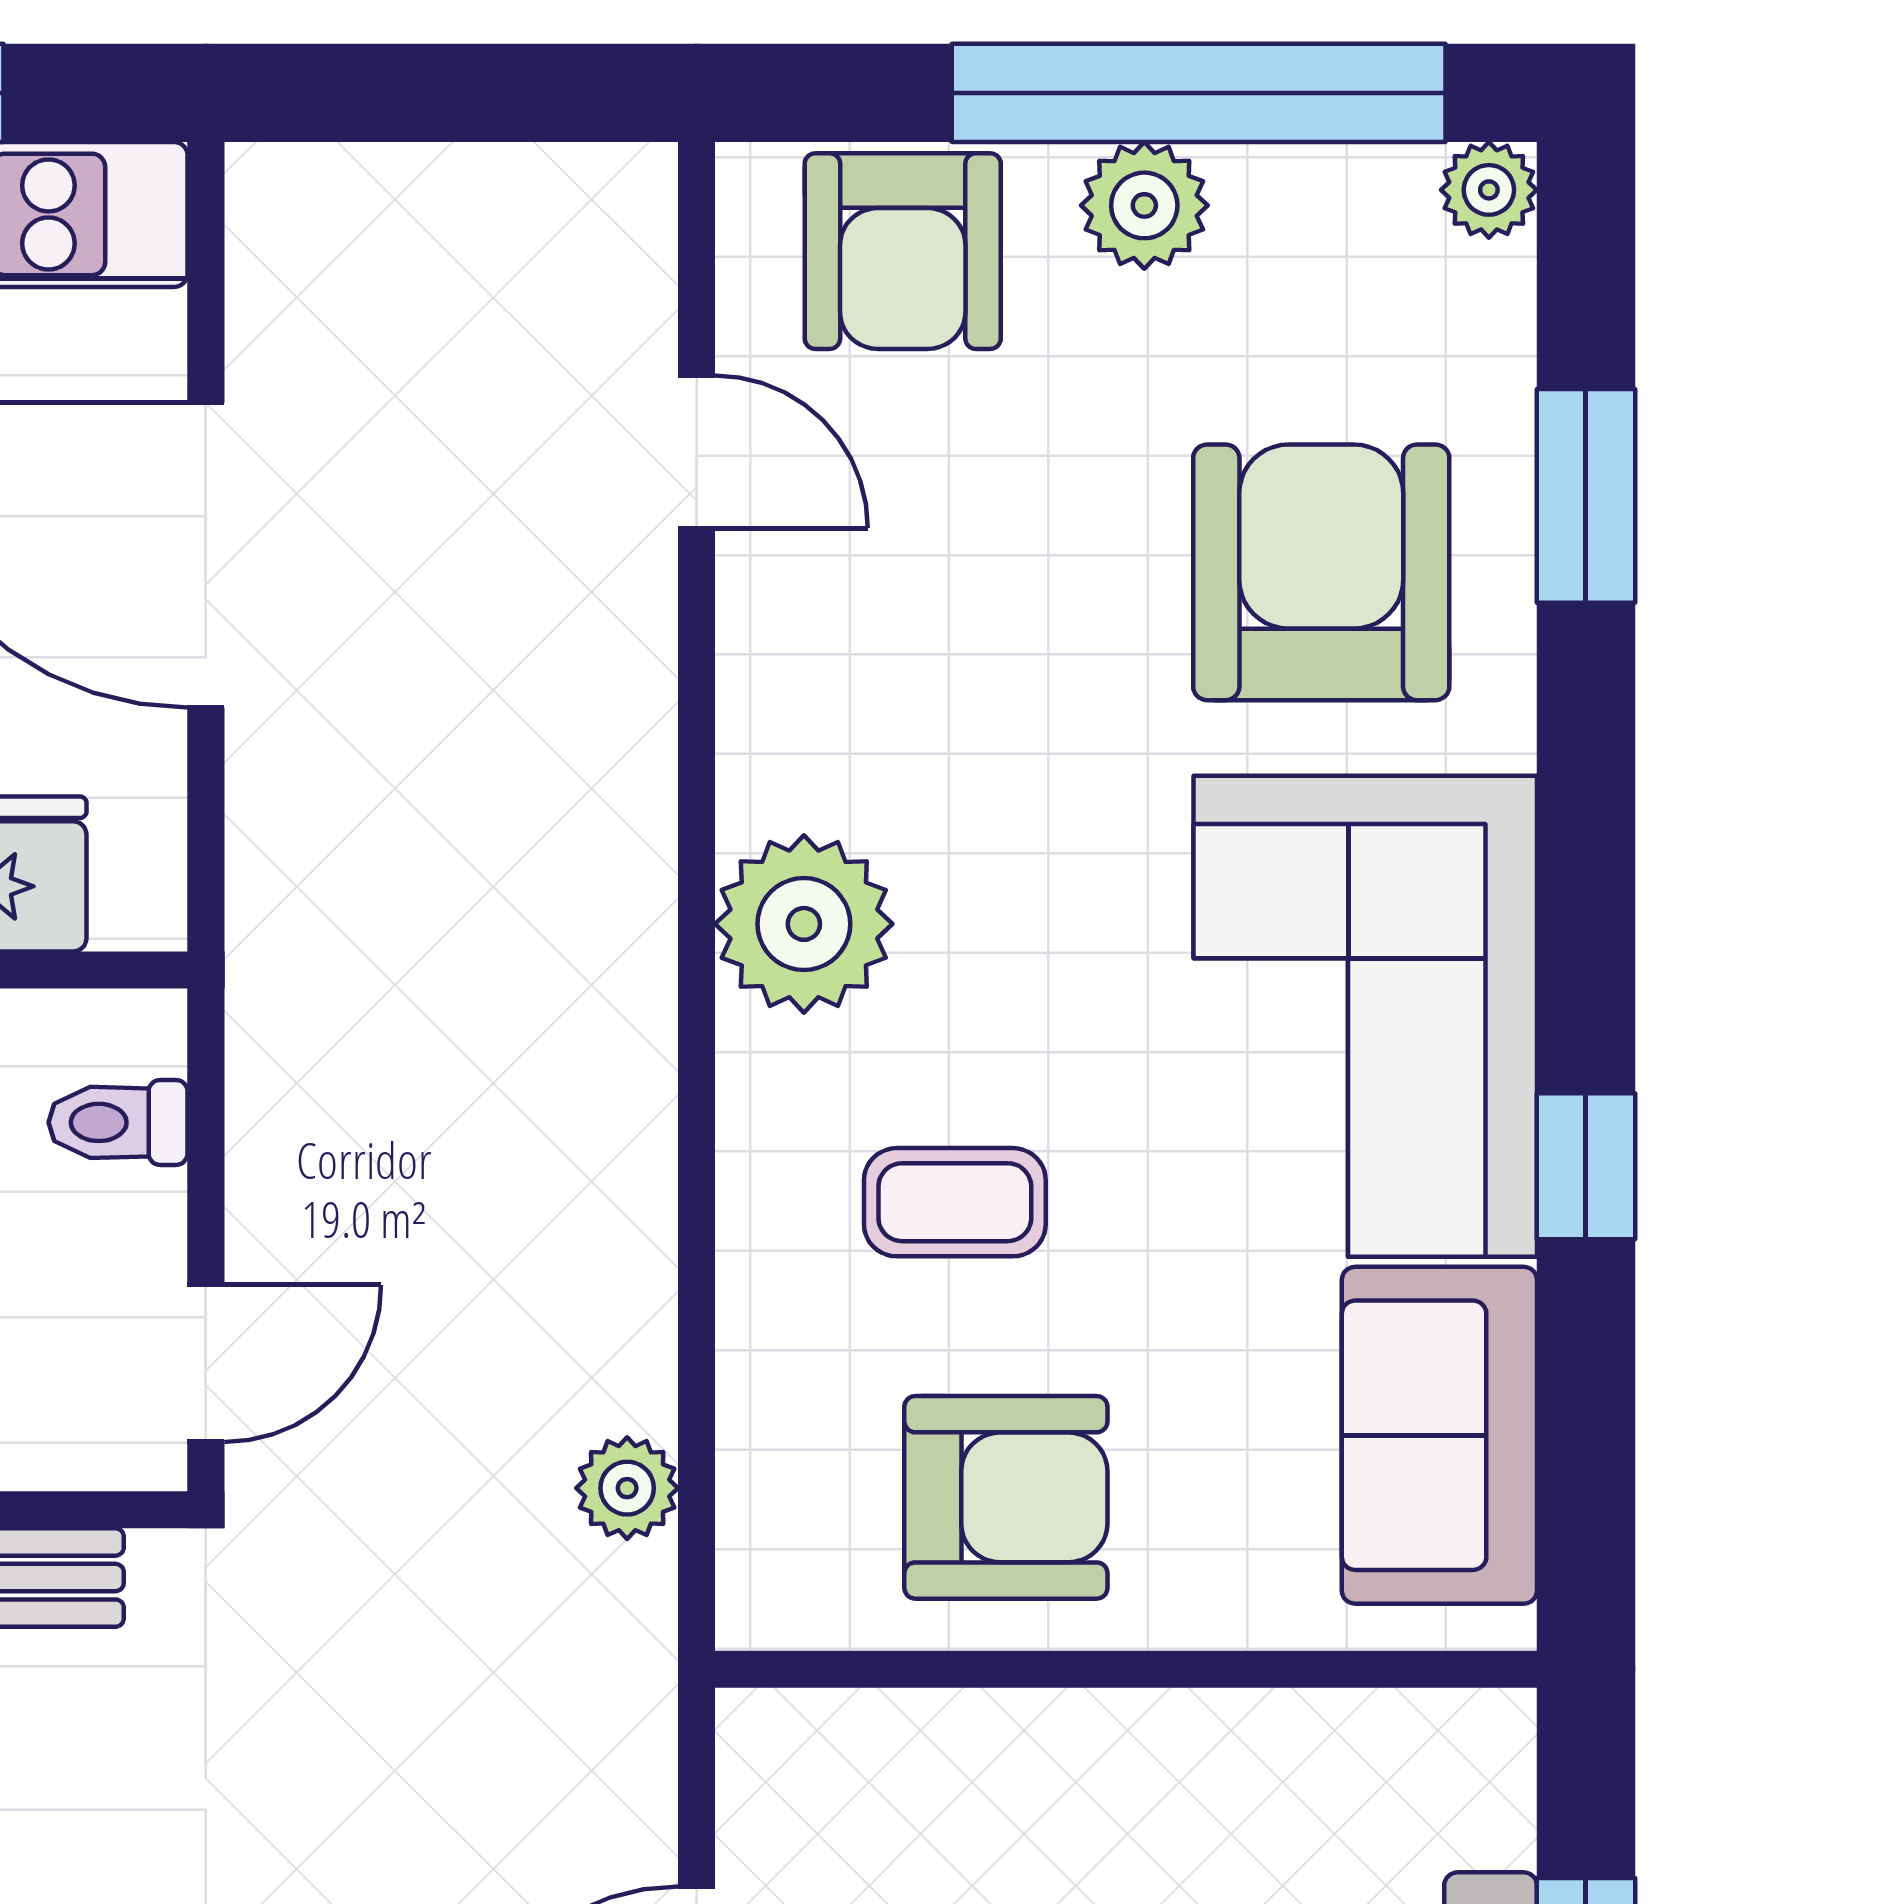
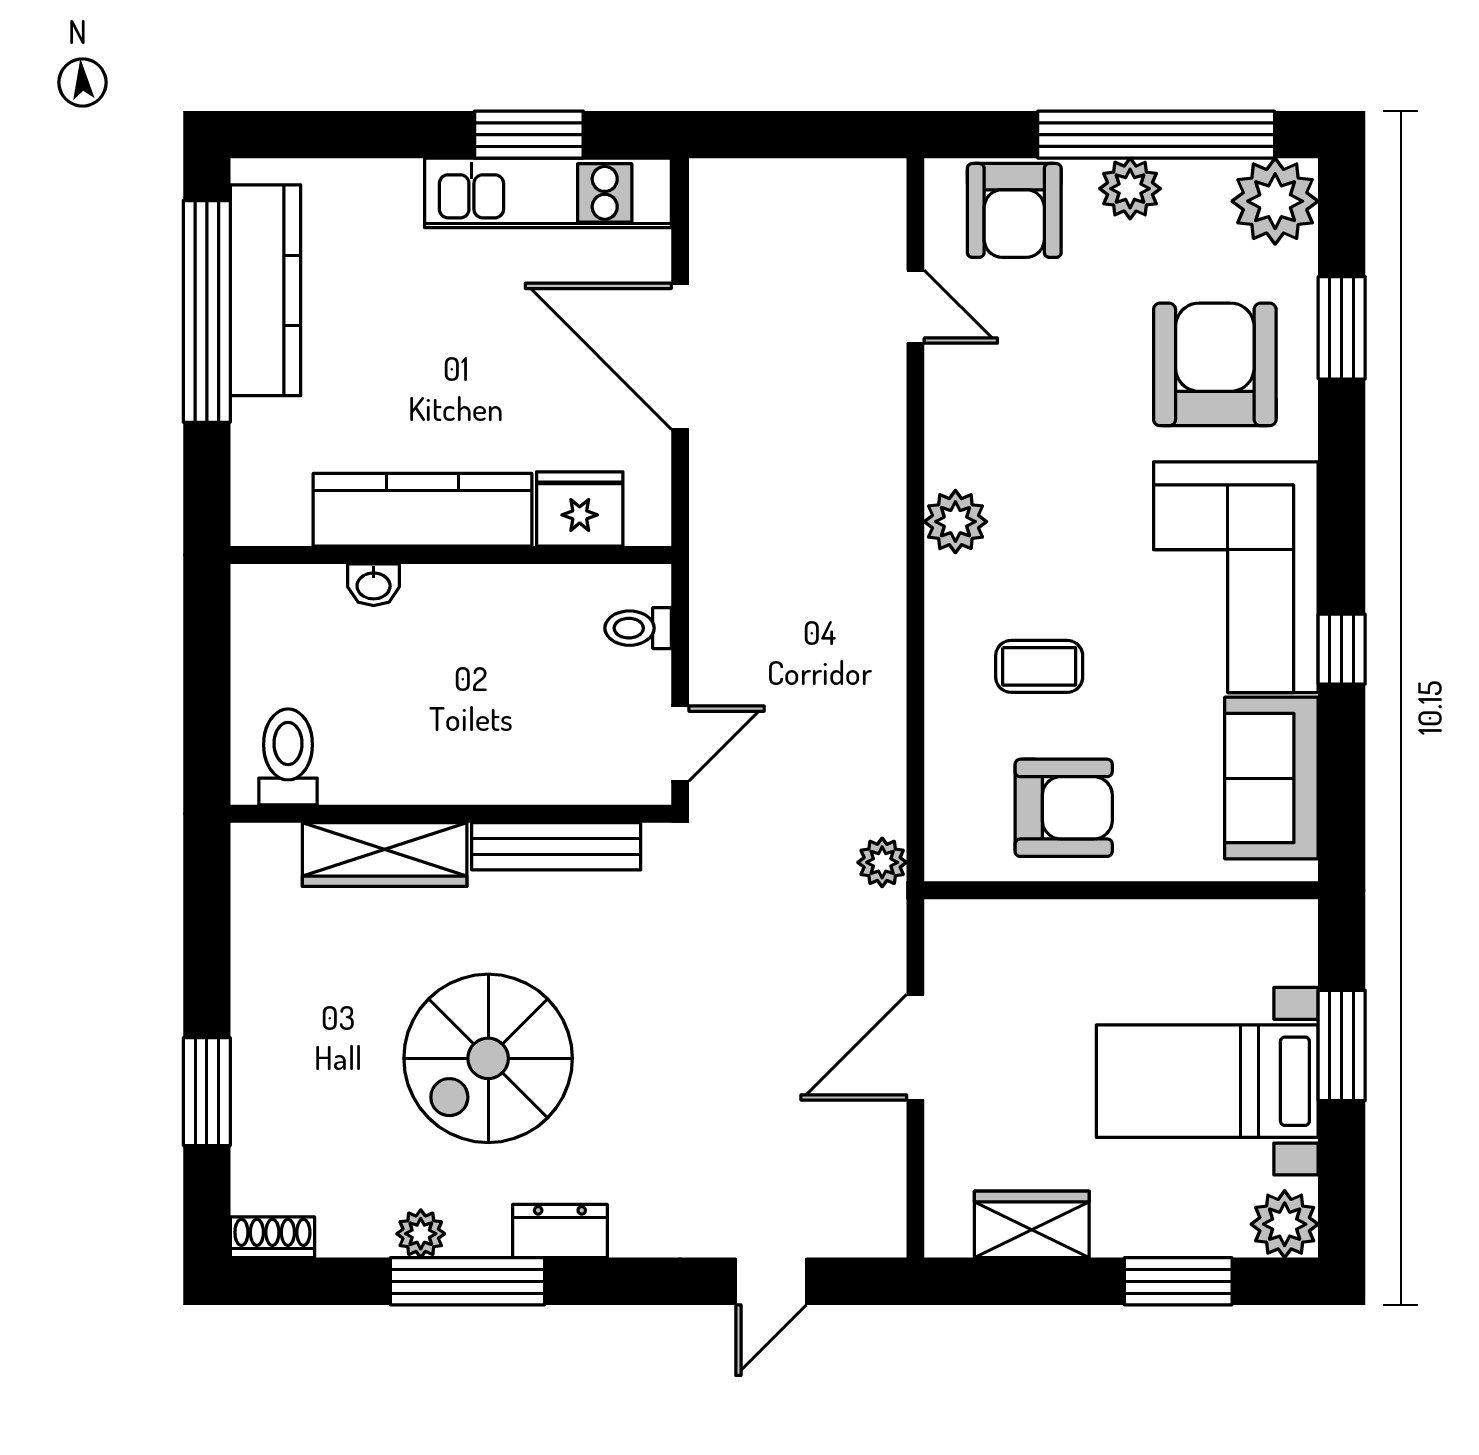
plant: (1489, 190) -> (1275, 201), width x1.87, depth x1.87
plant: (804, 924) -> (955, 522), width x0.73, depth x0.73
plant: (627, 1488) -> (882, 862), moved

